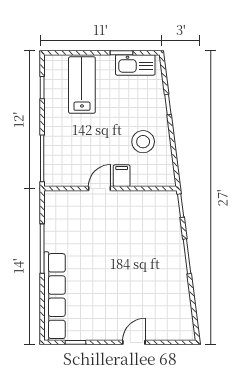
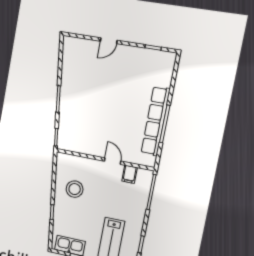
filing cabinet: (122, 176) -> (130, 174), moved
door: (100, 188) -> (113, 161), swing flipped
row of seats: (55, 296) -> (156, 121), moved

